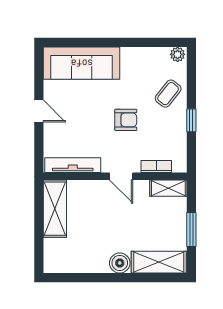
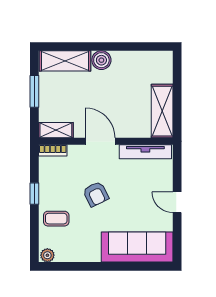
coffee table: (168, 94) -> (56, 219), turned 52
armchair: (126, 120) -> (96, 194), turned -116
bookcase: (156, 167) -> (53, 150), moved
door: (121, 176) -> (100, 141), width x1.38

